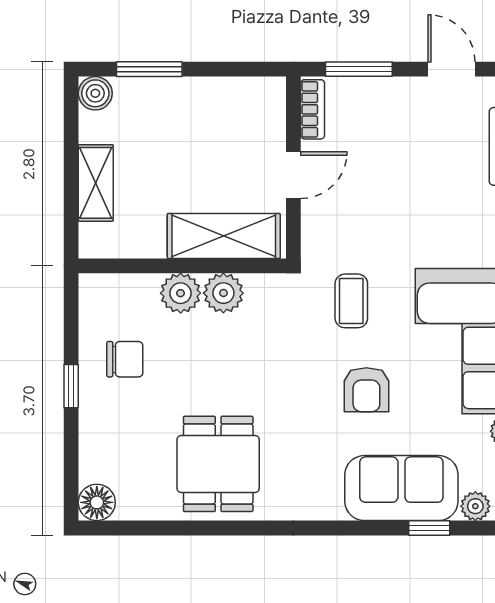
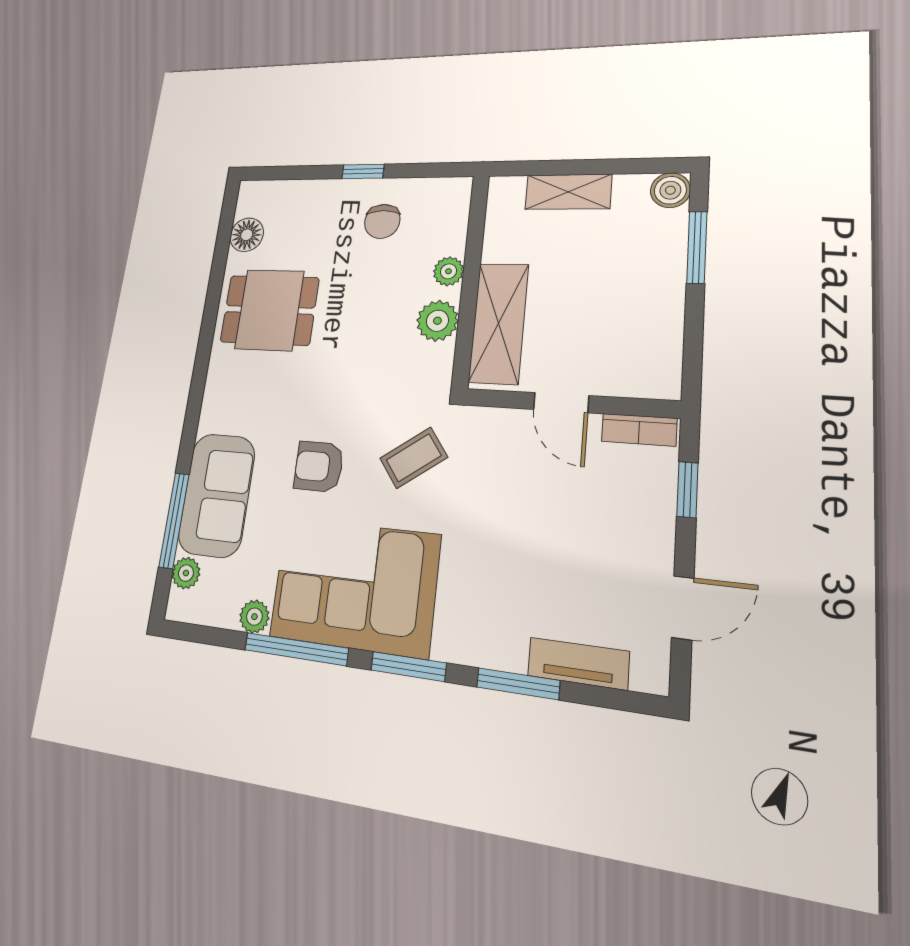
window: (359, 69) -> (687, 490), width x0.67
plant: (181, 293) -> (448, 271), width x0.73, depth x0.73
coffee table: (351, 301) -> (414, 458), turned -36
floor lamp: (97, 502) -> (247, 235), moved
window: (429, 528) -> (174, 520), width x2.17

